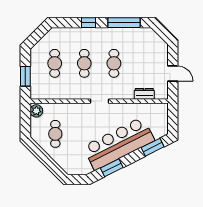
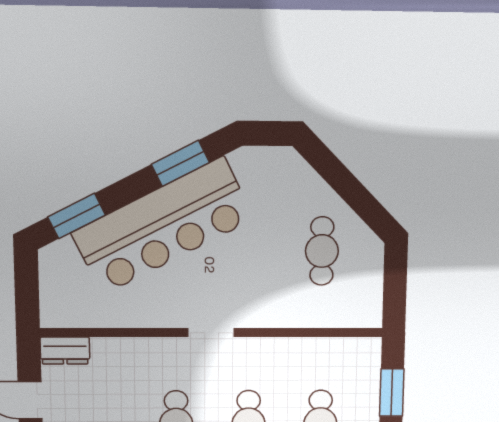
dresser: (144, 94) -> (65, 351), moved
plant: (36, 111) -> (367, 308), removed

